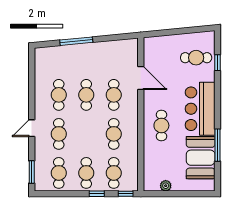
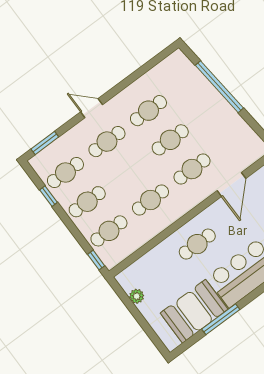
window: (76, 41) -> (219, 87), width x1.46
window: (97, 194) -> (49, 196), moved

